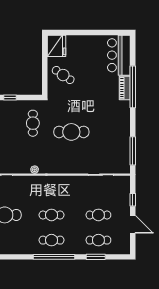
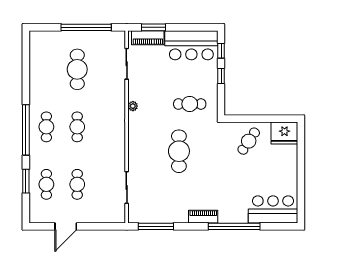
piano: (125, 88) -> (203, 217), moved
window: (133, 200) -> (96, 226), removed

